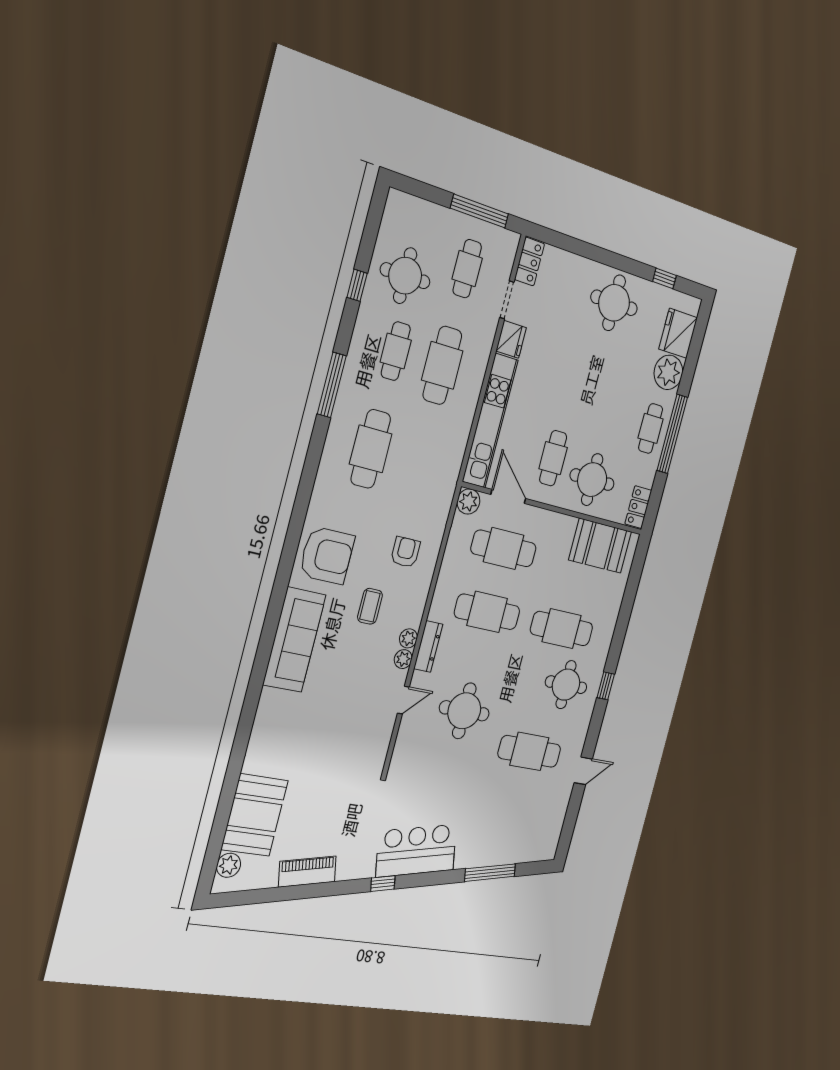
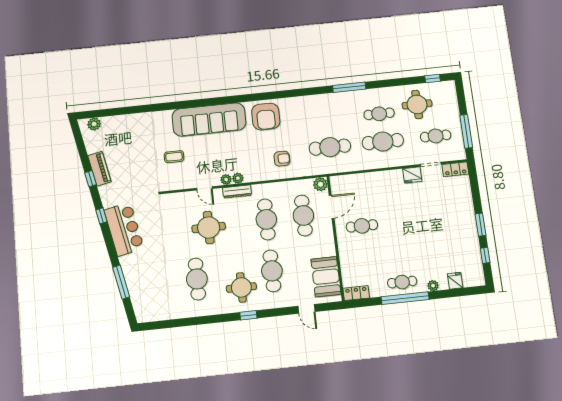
window: (622, 263) -> (480, 225), added
window: (357, 285) -> (433, 79), moved
round table: (614, 303) -> (458, 229), removed
fridge: (678, 333) -> (455, 281), width x0.53, depth x0.75
plant: (668, 372) -> (433, 286), width x0.53, depth x0.53
kitchen unit: (490, 421) -> (366, 180), removed
cafe table: (371, 449) -> (330, 147), moved
round table: (592, 480) -> (360, 256), removed
coffee table: (370, 606) -> (174, 157), moved
sofa: (294, 640) -> (209, 120), width x1.36, depth x1.27
door: (583, 771) -> (306, 309), moved
booth: (255, 815) -> (123, 128), removed
window: (318, 890) -> (90, 179), added

